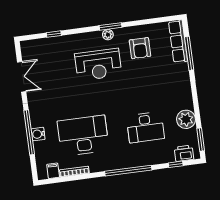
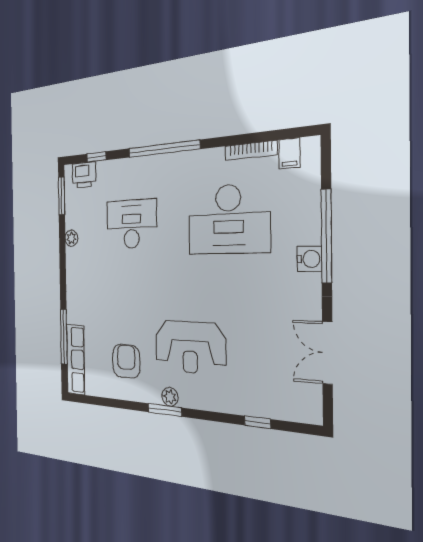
reception desk: (98, 65) -> (190, 347), turned 180
plant: (186, 119) -> (71, 238), width x0.53, depth x0.53
water cooler: (38, 134) -> (309, 259), moved

